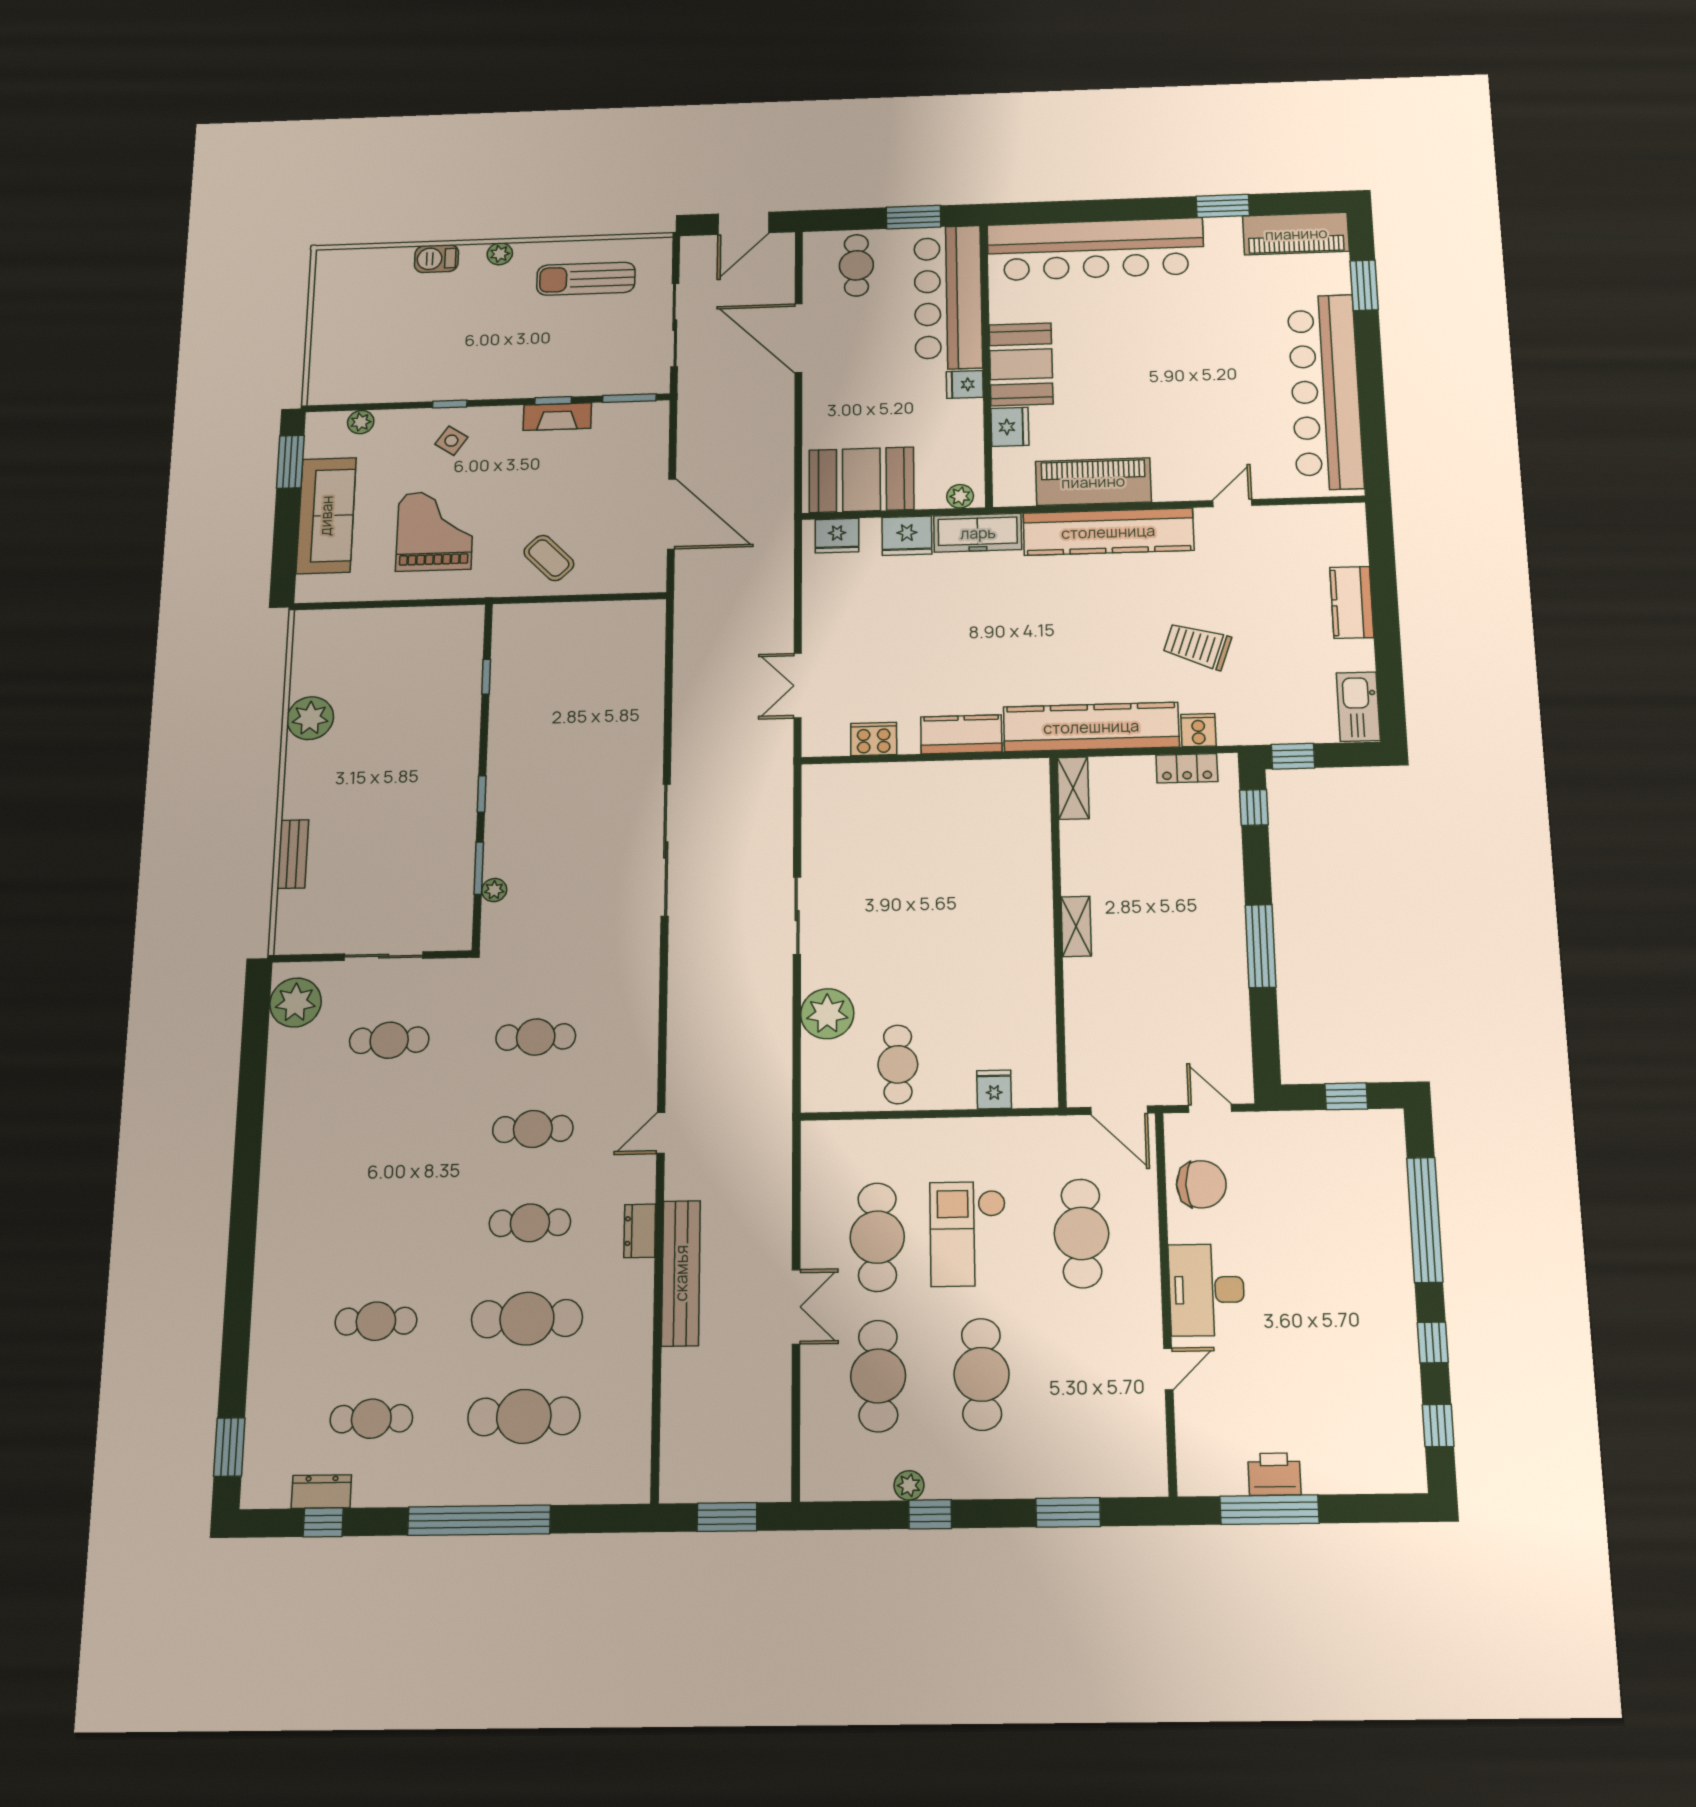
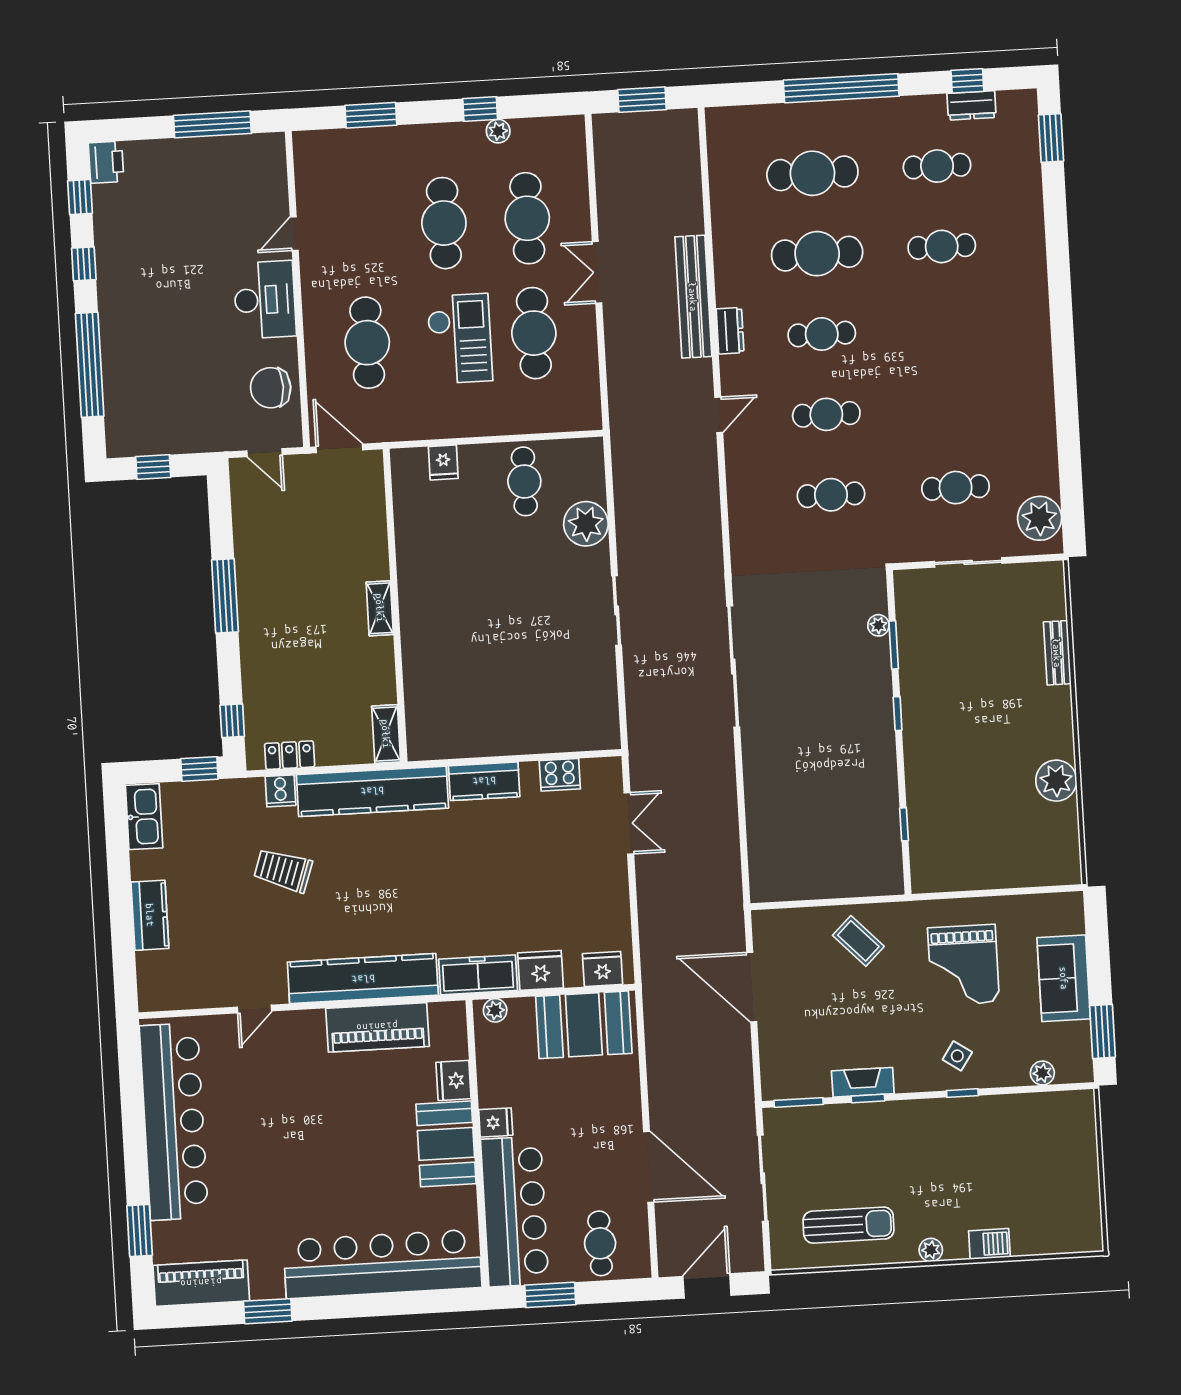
sofa: (326, 516) -> (1064, 978), width x0.73
trolley: (1197, 646) -> (283, 870), turned 180
printer: (1274, 1474) -> (106, 162), moved, turned -90

